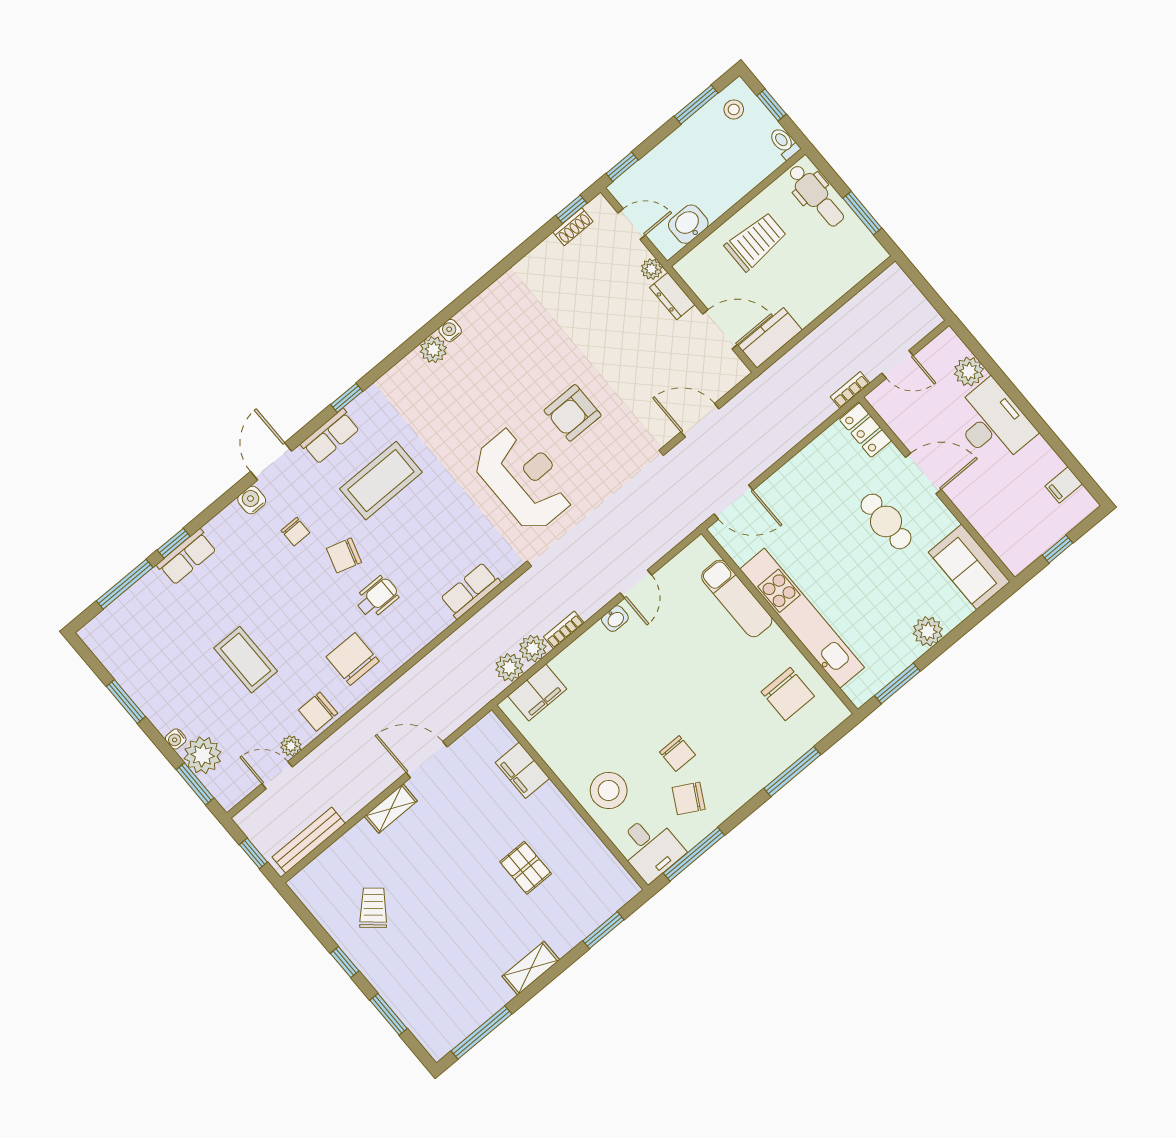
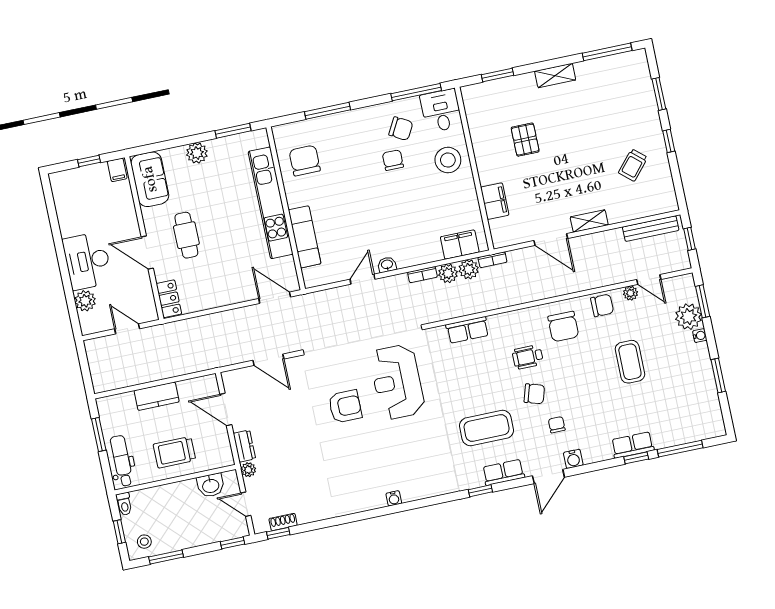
kitchen counter: (770, 338) -> (157, 396), moved
plant: (433, 350) -> (411, 492), removed
bookcase: (850, 390) -> (492, 260), moved
filing cabinet: (1064, 485) -> (117, 170), moved, turned 90

